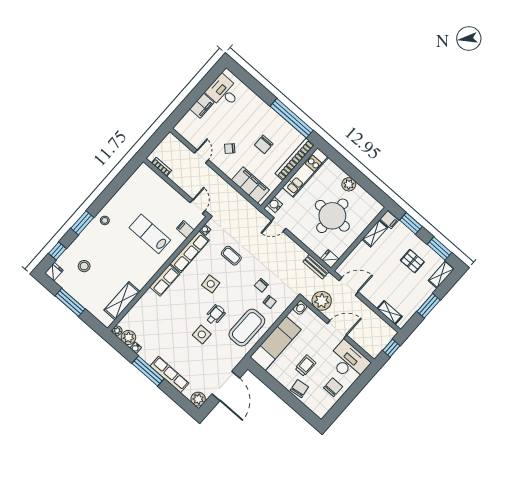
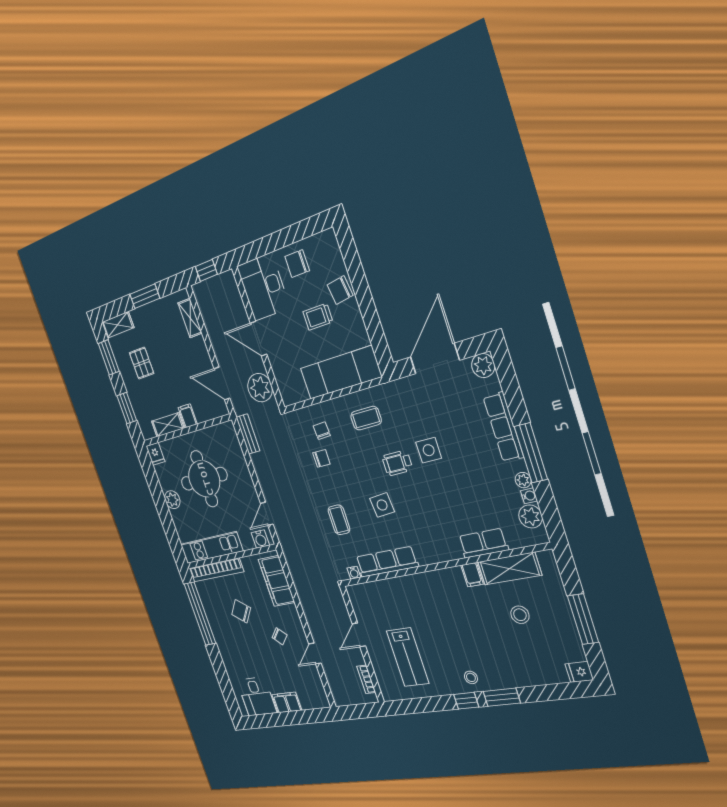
chair: (264, 144) -> (241, 611), turned -143
door: (198, 207) -> (359, 635), moved
filing cabinet: (389, 220) -> (188, 416), moved
door: (279, 225) -> (267, 514), swing flipped
filing cabinet: (185, 229) -> (472, 575), moved
lab bench: (150, 234) -> (408, 657), moved
window: (57, 251) -> (466, 701), moved
fridge: (330, 259) -> (155, 454), moved
stool: (84, 266) -> (520, 615), moved
row of seats: (165, 280) -> (483, 543), moved
washbasin: (300, 308) -> (289, 398), removed
coffee table: (247, 328) -> (366, 418), width x0.54, depth x0.58
plant: (117, 331) -> (523, 480), moved

